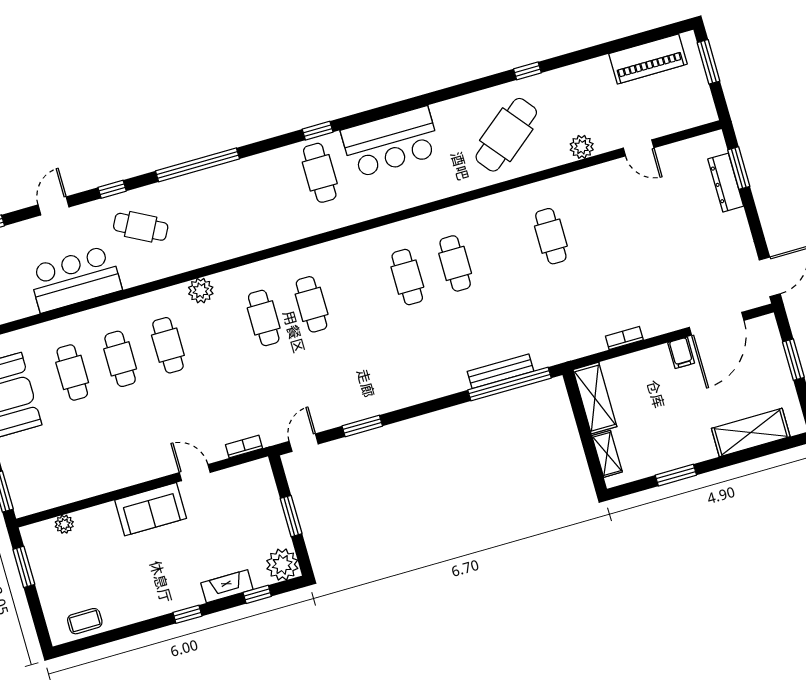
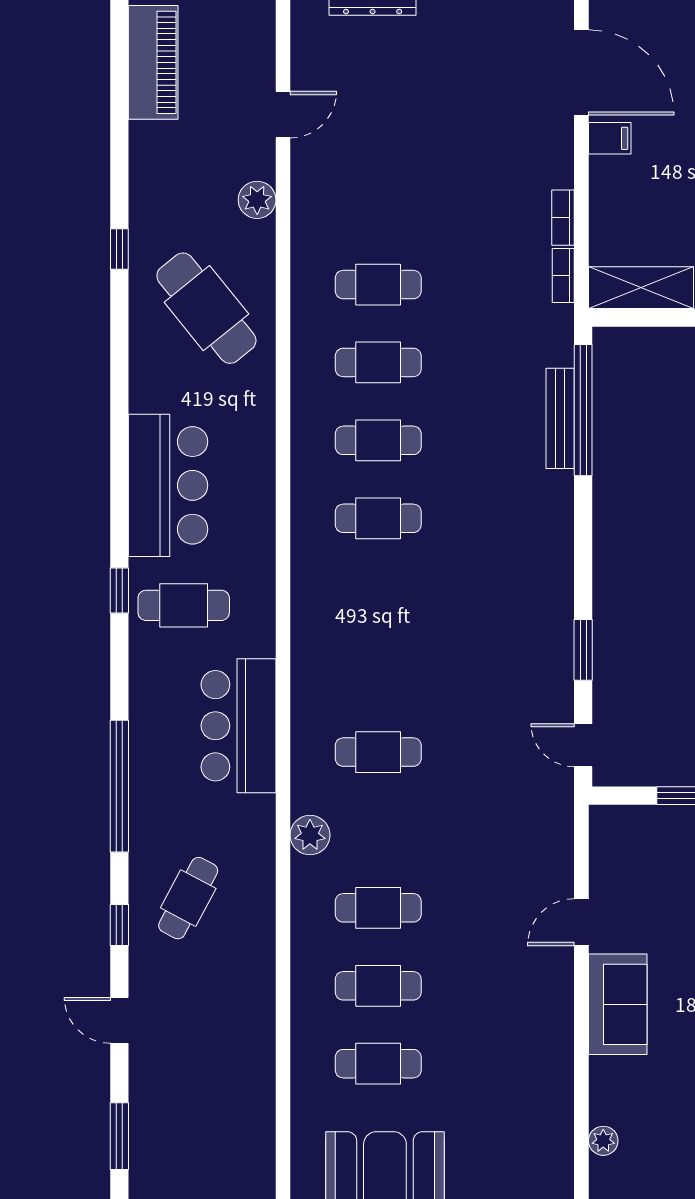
bar counter: (75, 279) -> (238, 726), moved
cafe table: (312, 304) -> (378, 362), moved
bookcase: (244, 446) -> (563, 275), moved

